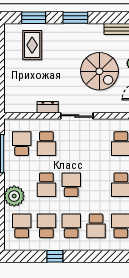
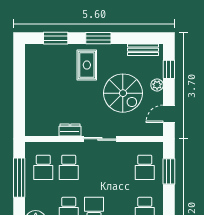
rug: (32, 45) -> (87, 65), moved
school desk: (22, 144) -> (43, 167), turned 180

